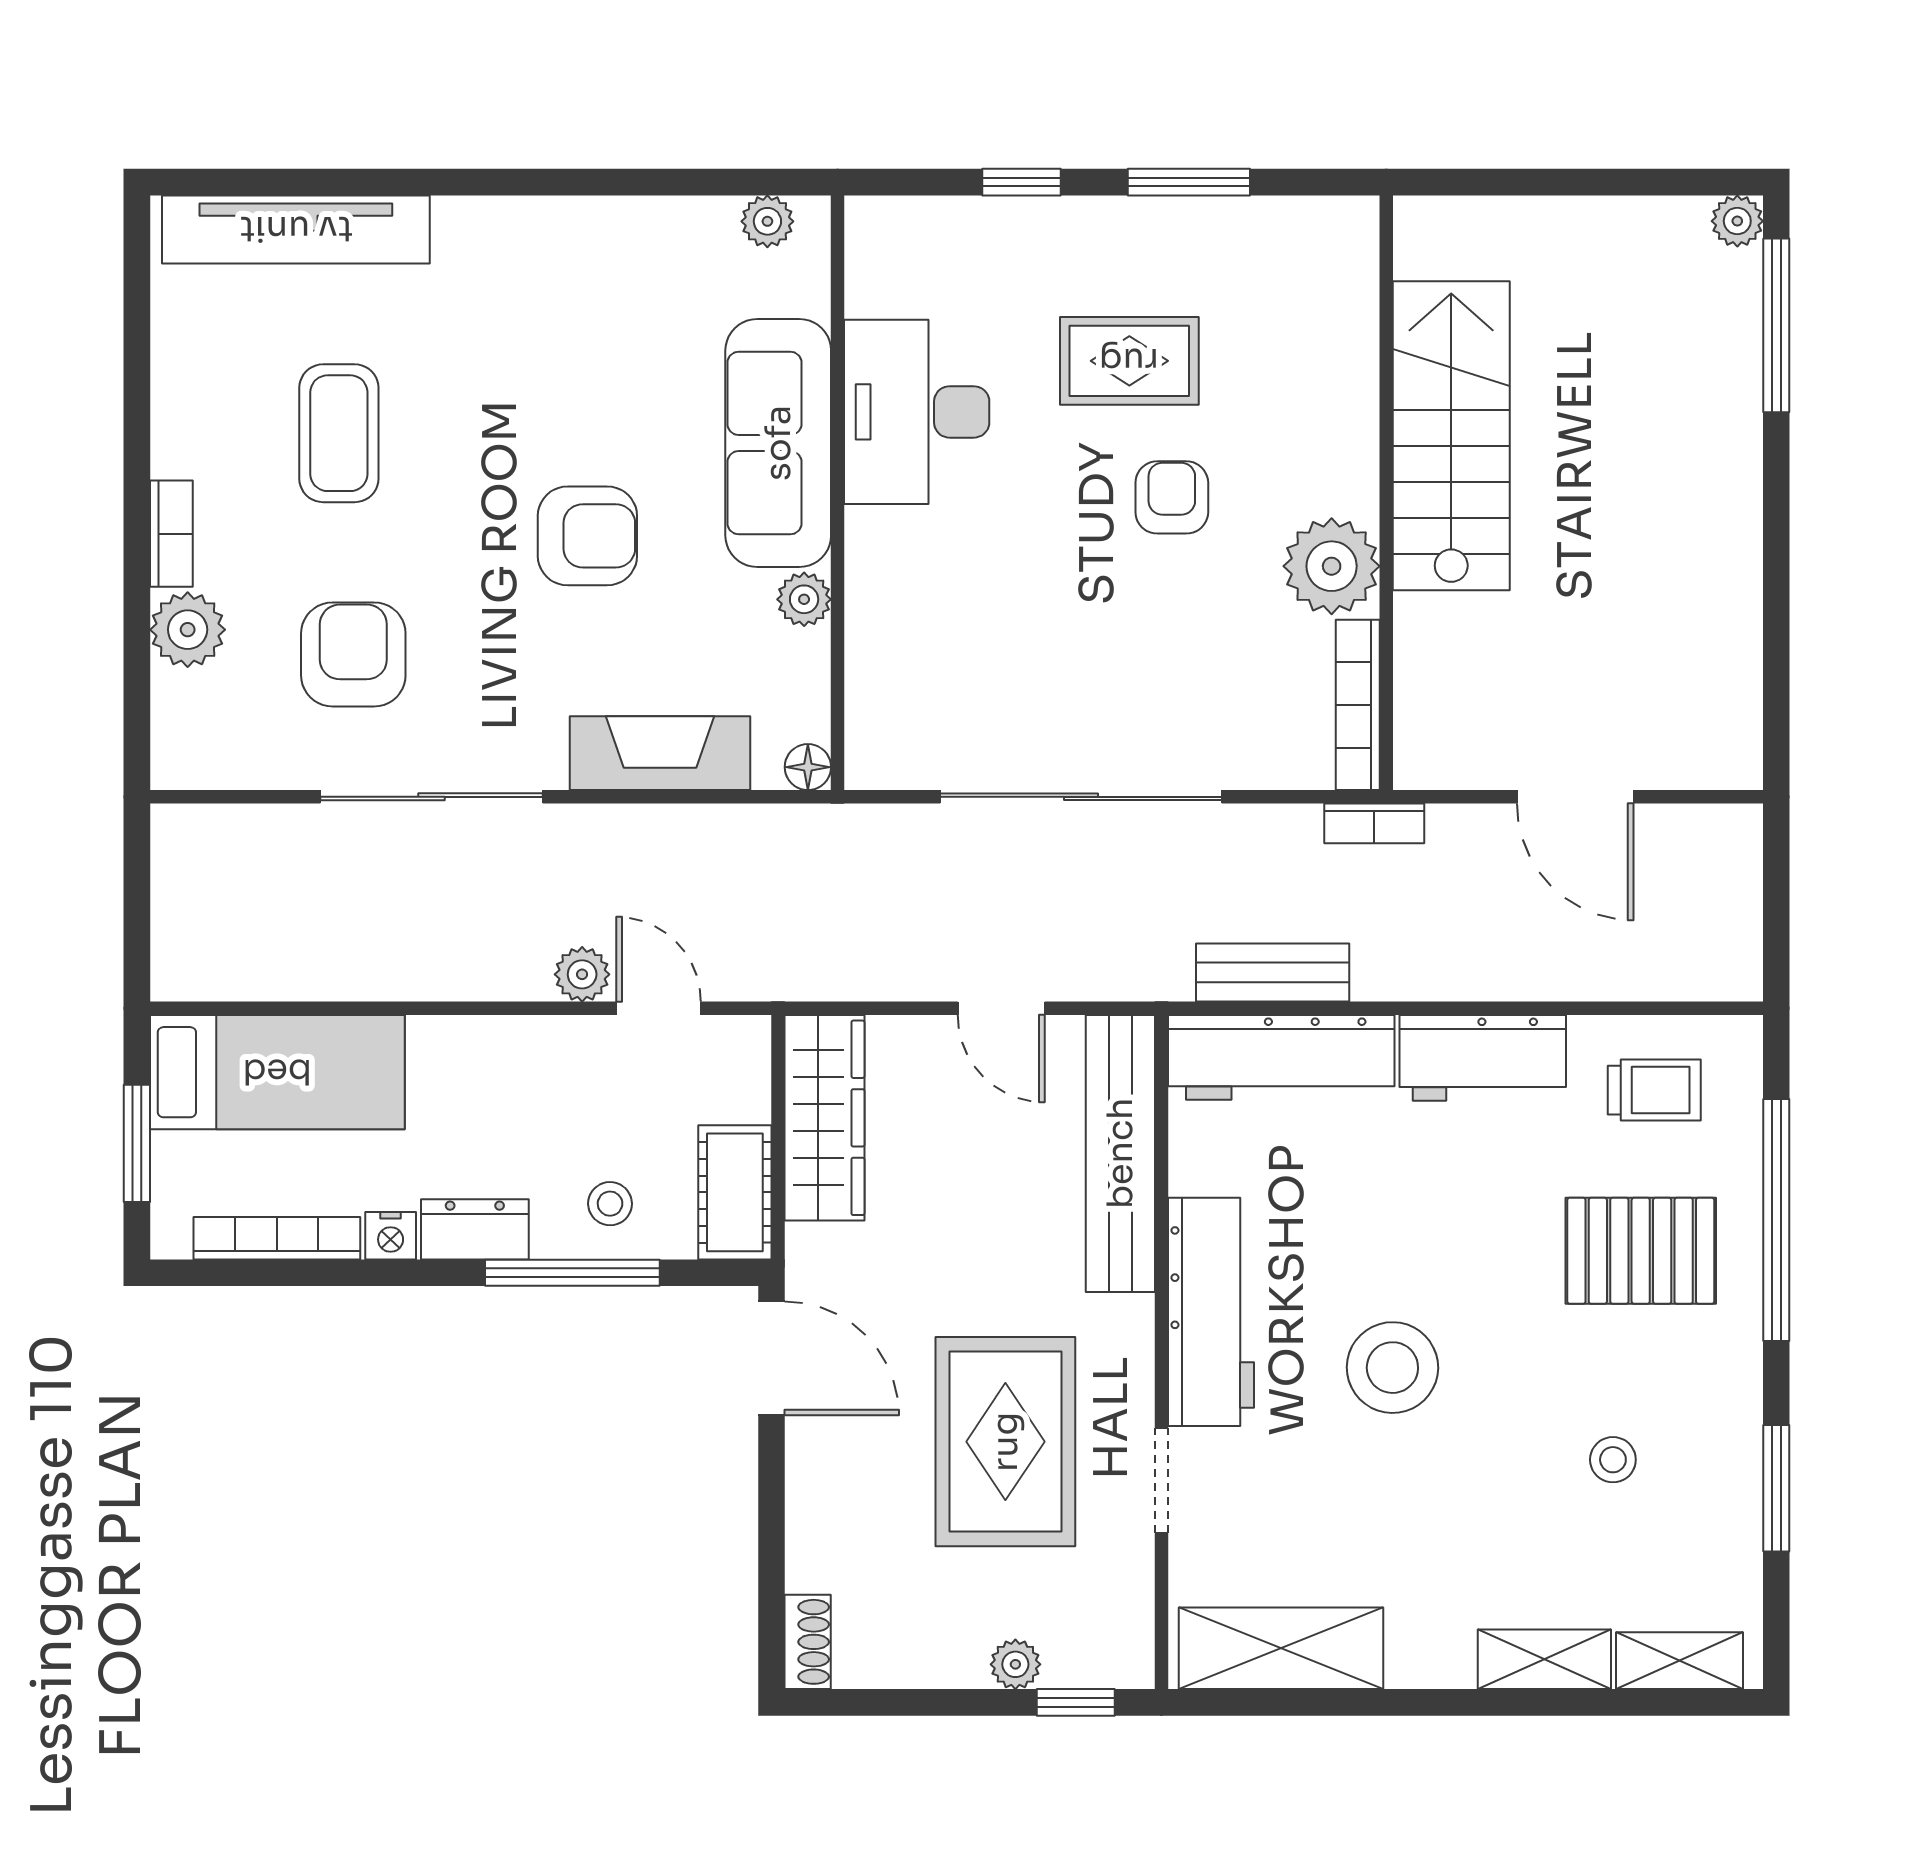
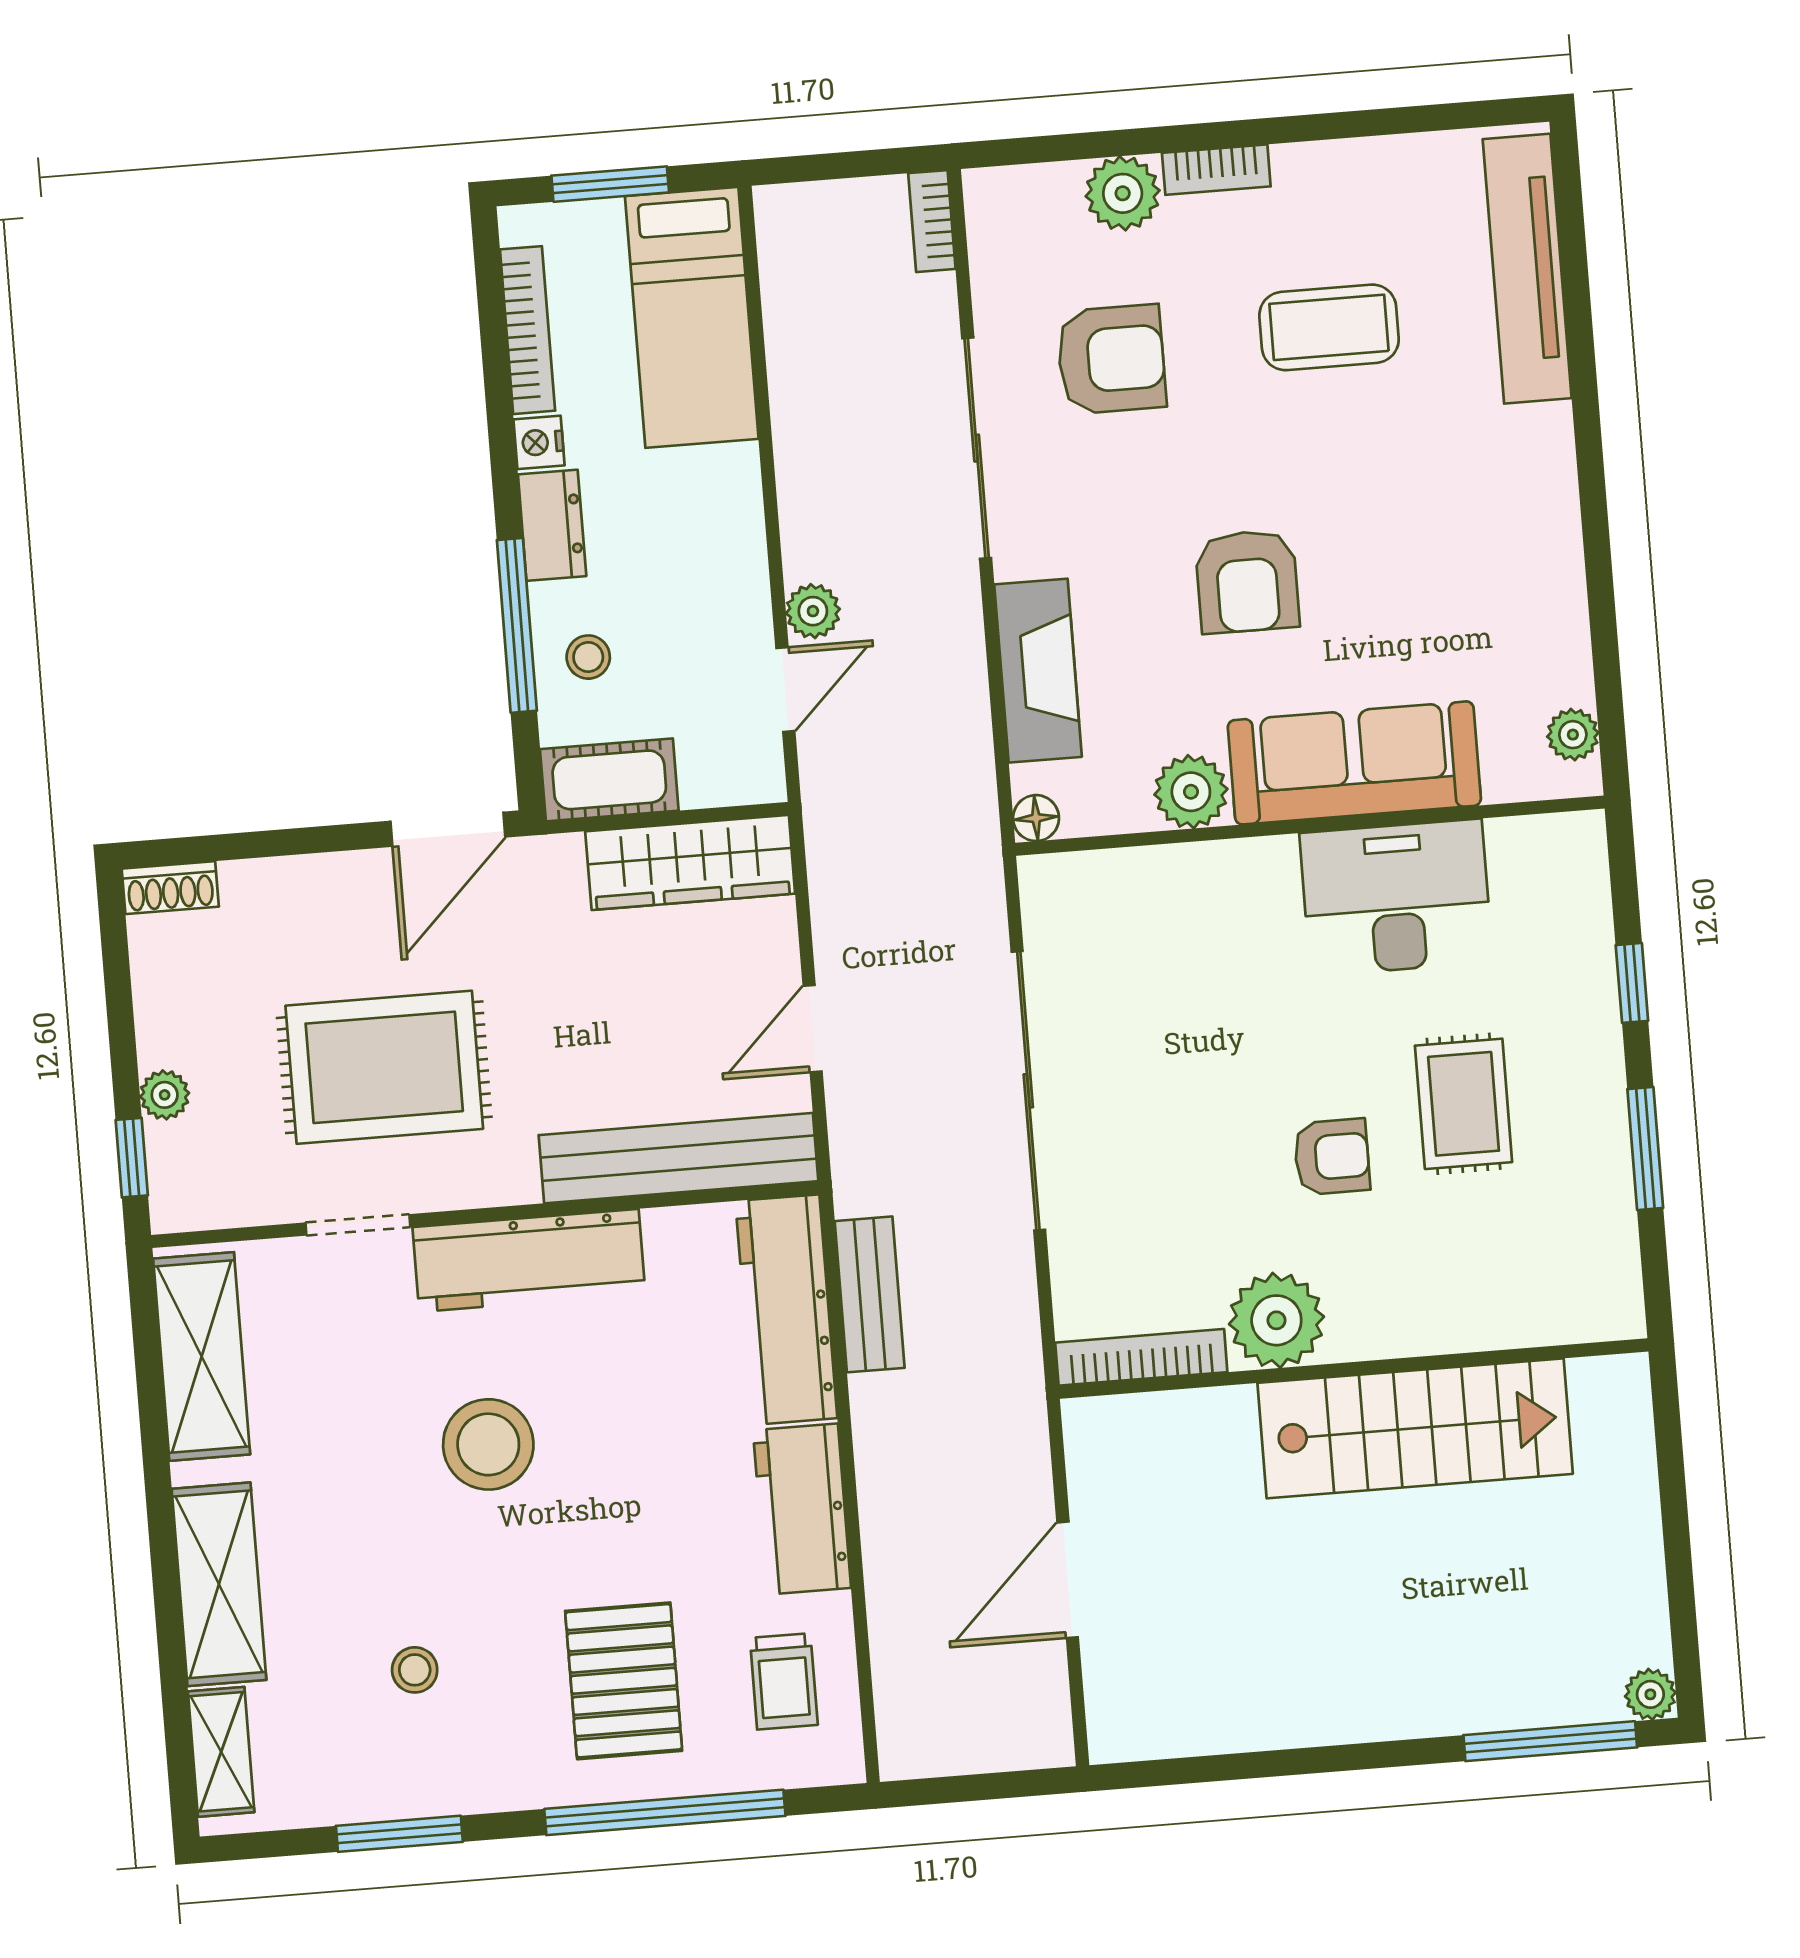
plant: (804, 599) -> (1191, 792), width x1.38, depth x1.38
bookcase: (1374, 823) -> (932, 221), moved
shelving: (1544, 1659) -> (219, 1584), width x1.50, depth x1.33

